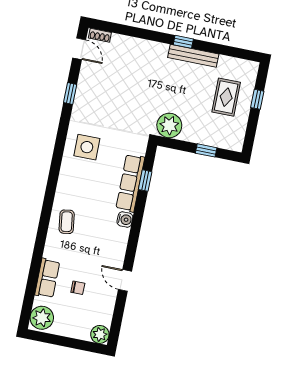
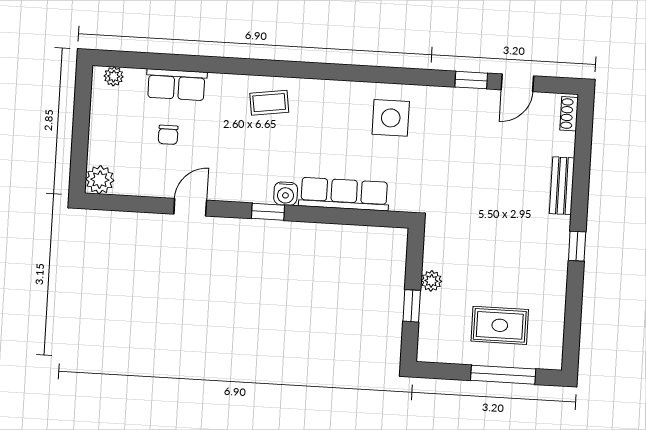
door: (79, 49) -> (517, 83), moved
bench: (193, 56) -> (562, 186), moved, width x0.73
window: (257, 99) -> (503, 375), width x2.17
plant: (169, 125) -> (431, 281), moved, width x0.53, depth x0.53
window: (145, 181) -> (268, 212), moved
plant: (42, 318) -> (114, 76), width x0.53, depth x0.53

